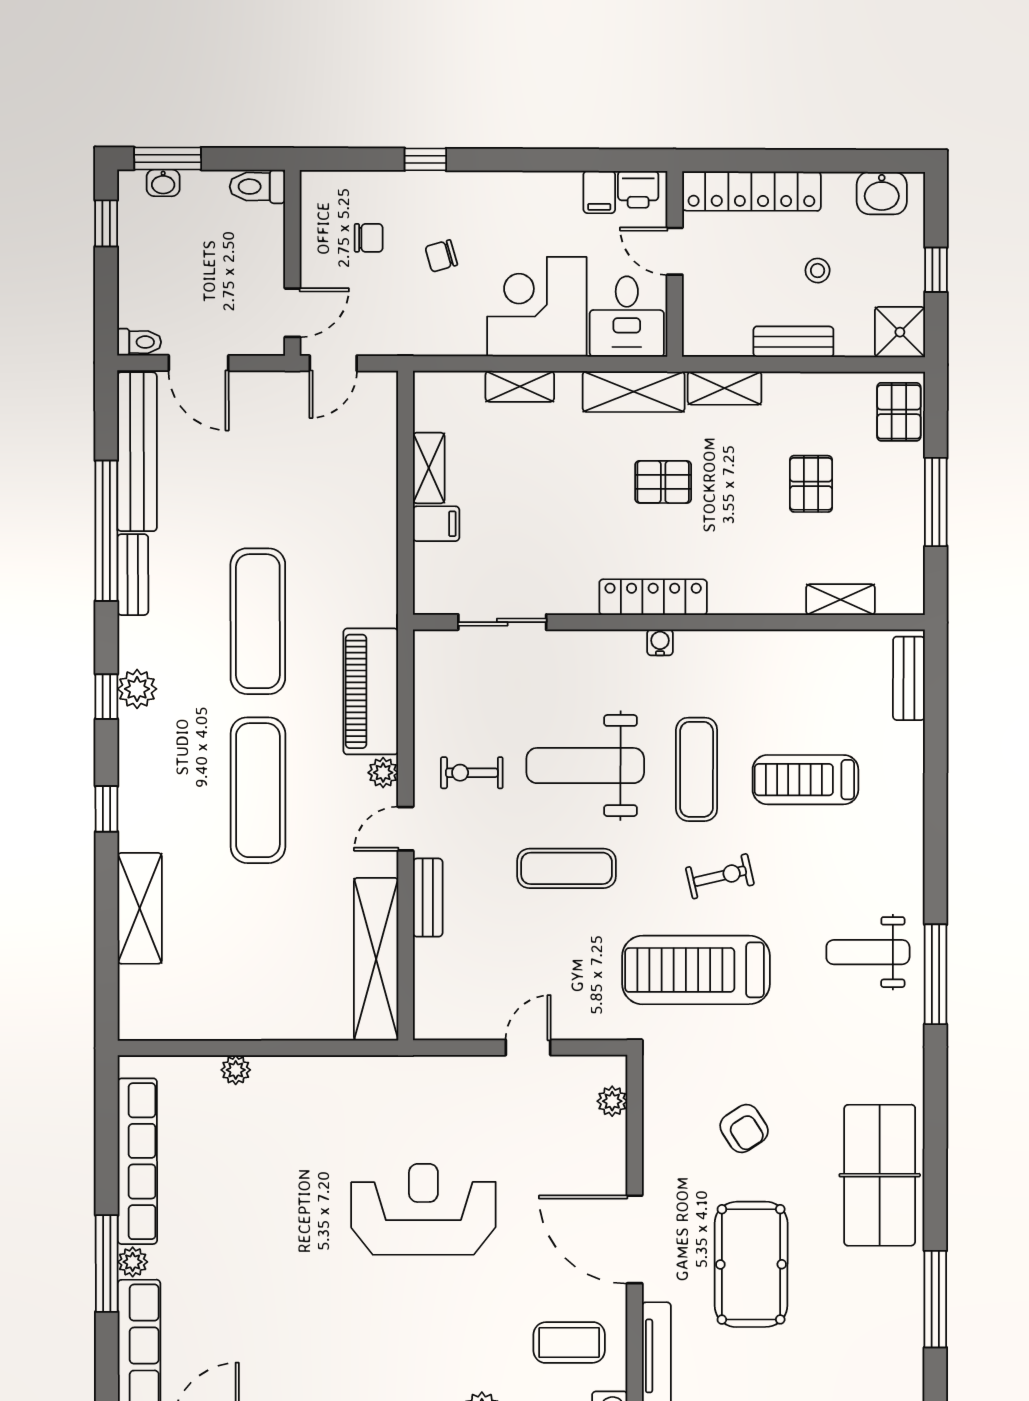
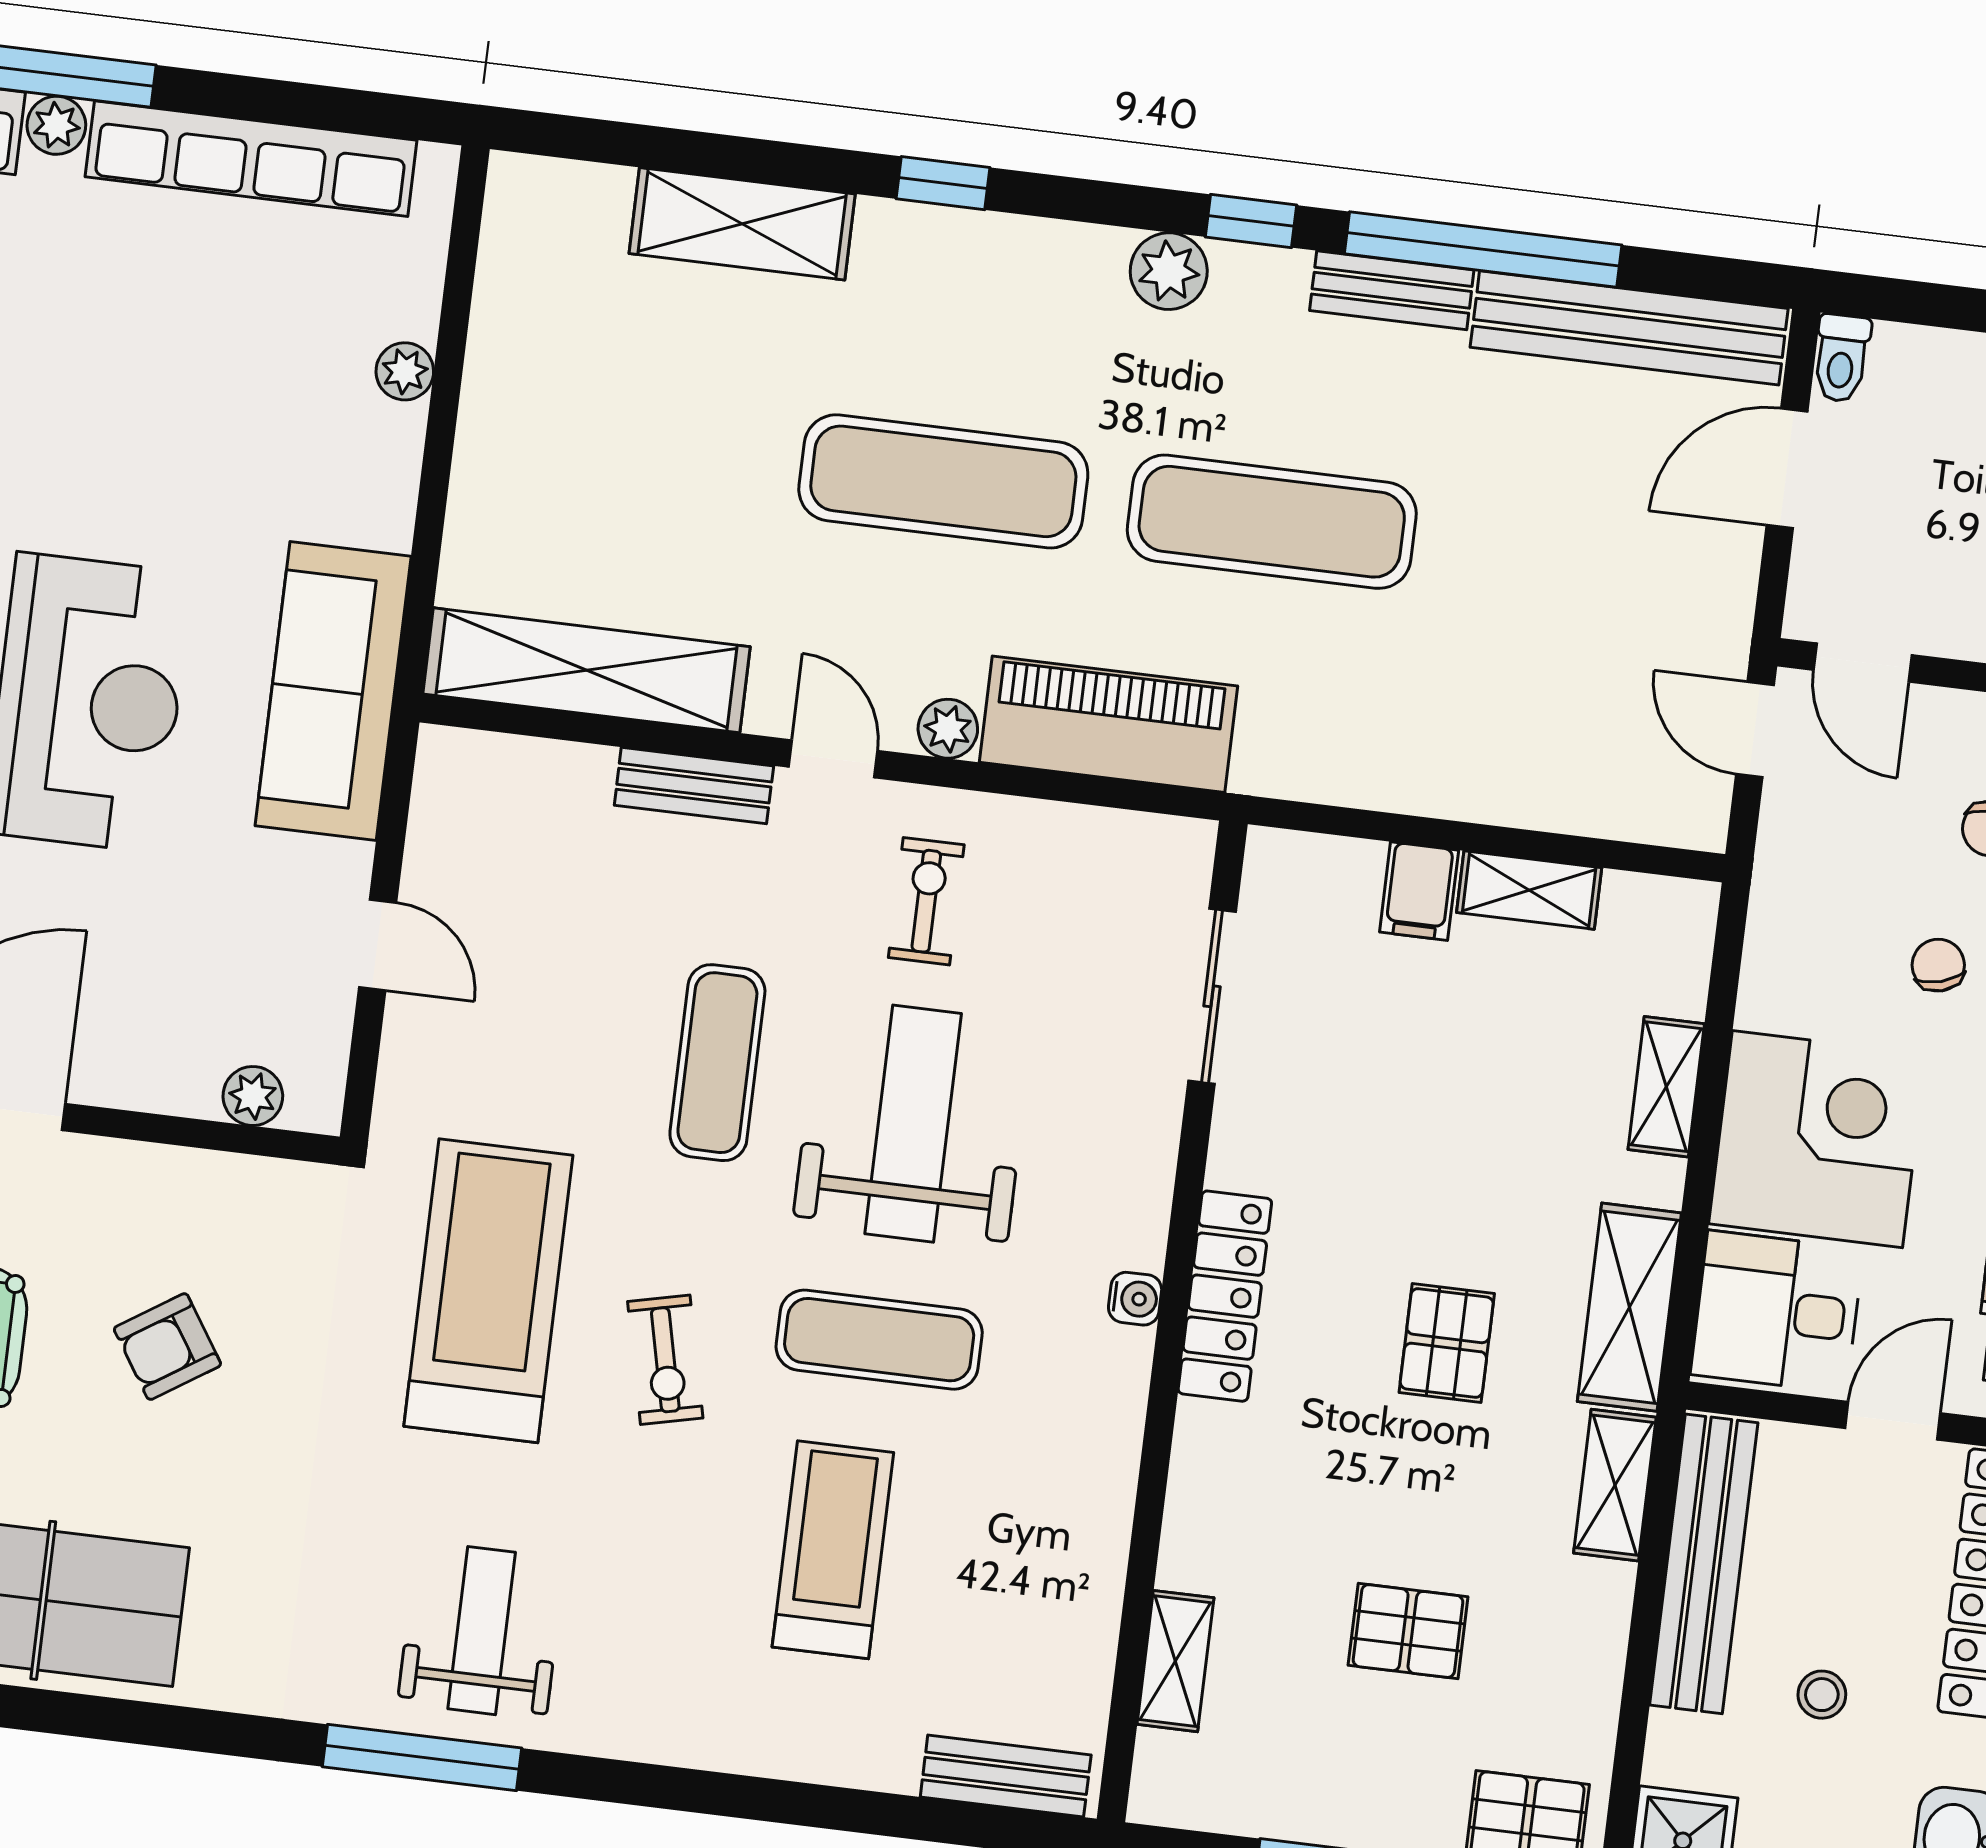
bench: (793, 342) -> (1704, 1564), width x1.86, depth x1.21
window: (106, 697) -> (1251, 221), moved
sofa: (402, 1086) -> (333, 691), added

